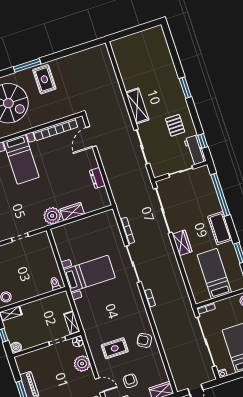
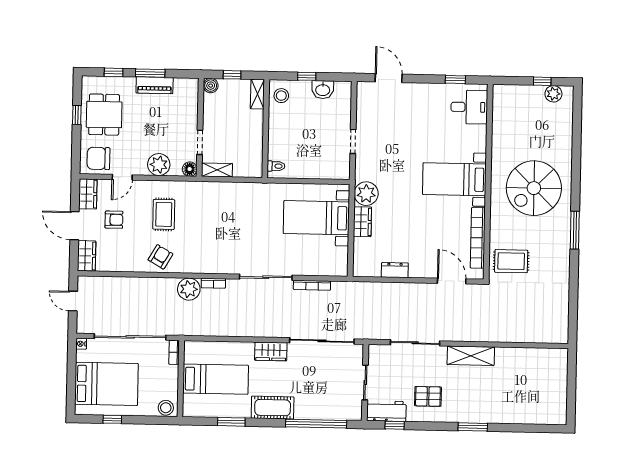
rug: (44, 79) -> (511, 261), moved
bed with nightstands: (89, 274) -> (316, 218), moved, turned 90
plant: (159, 313) -> (189, 289), added

